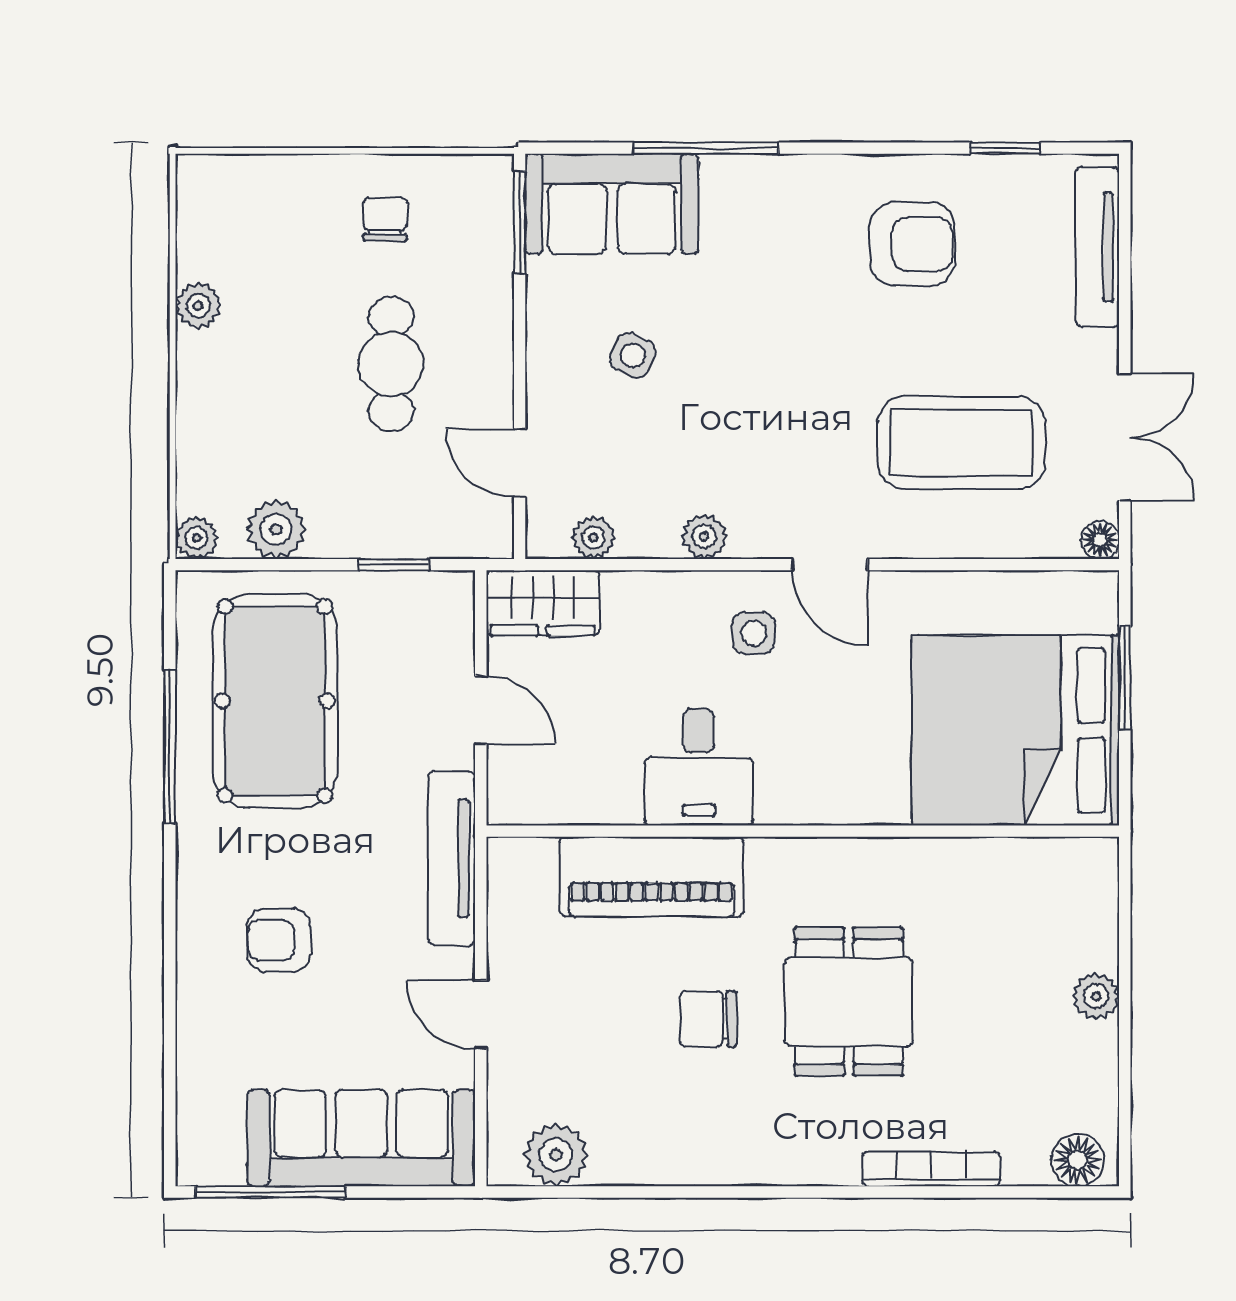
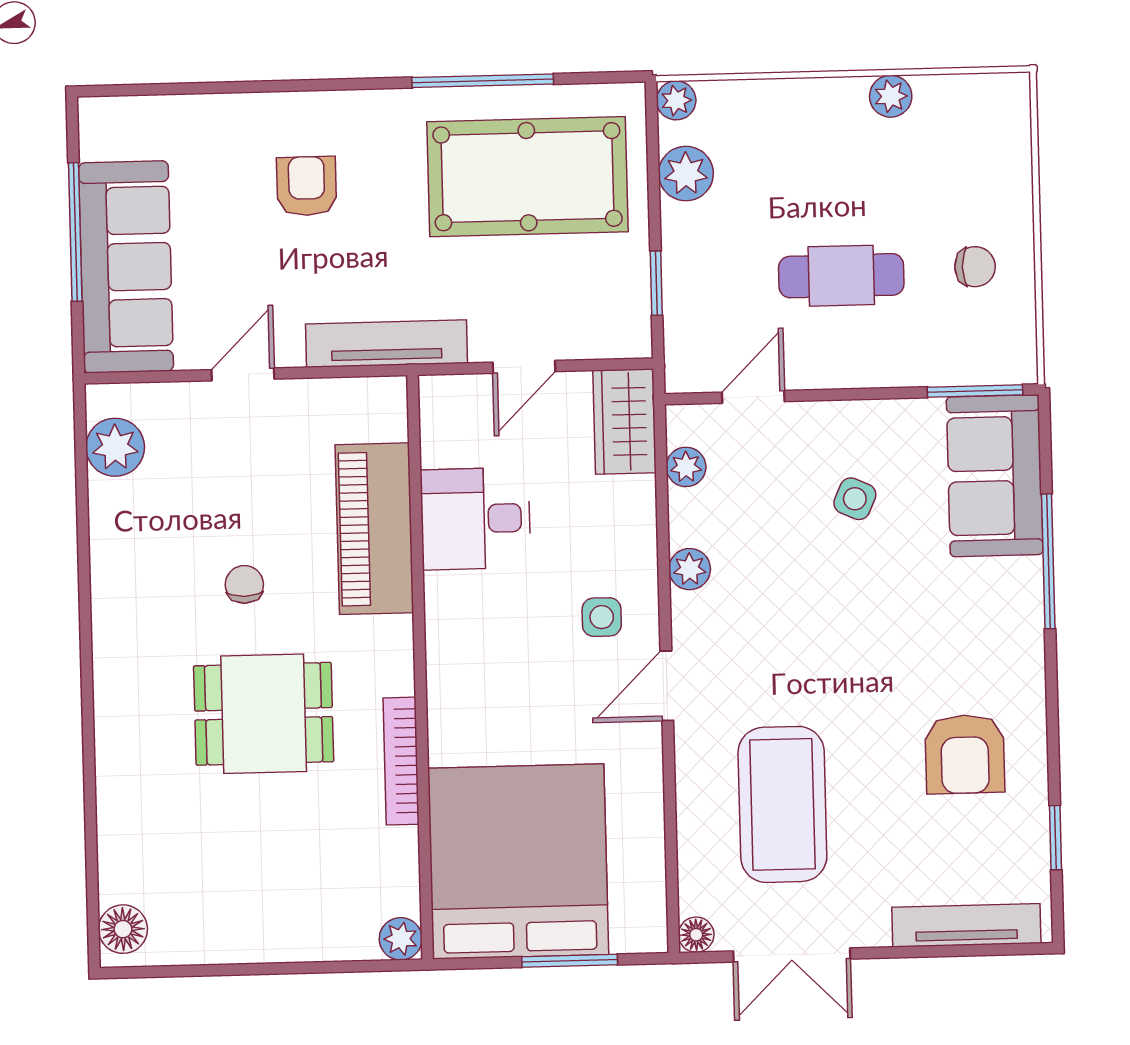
desk: (699, 767) -> (475, 519), moved
plant: (1096, 996) -> (401, 939), moved
chair: (708, 1019) -> (244, 584), width x0.73, depth x0.73
bookcase: (931, 1169) -> (401, 761), moved, turned 180
window: (270, 1192) -> (75, 232), moved

